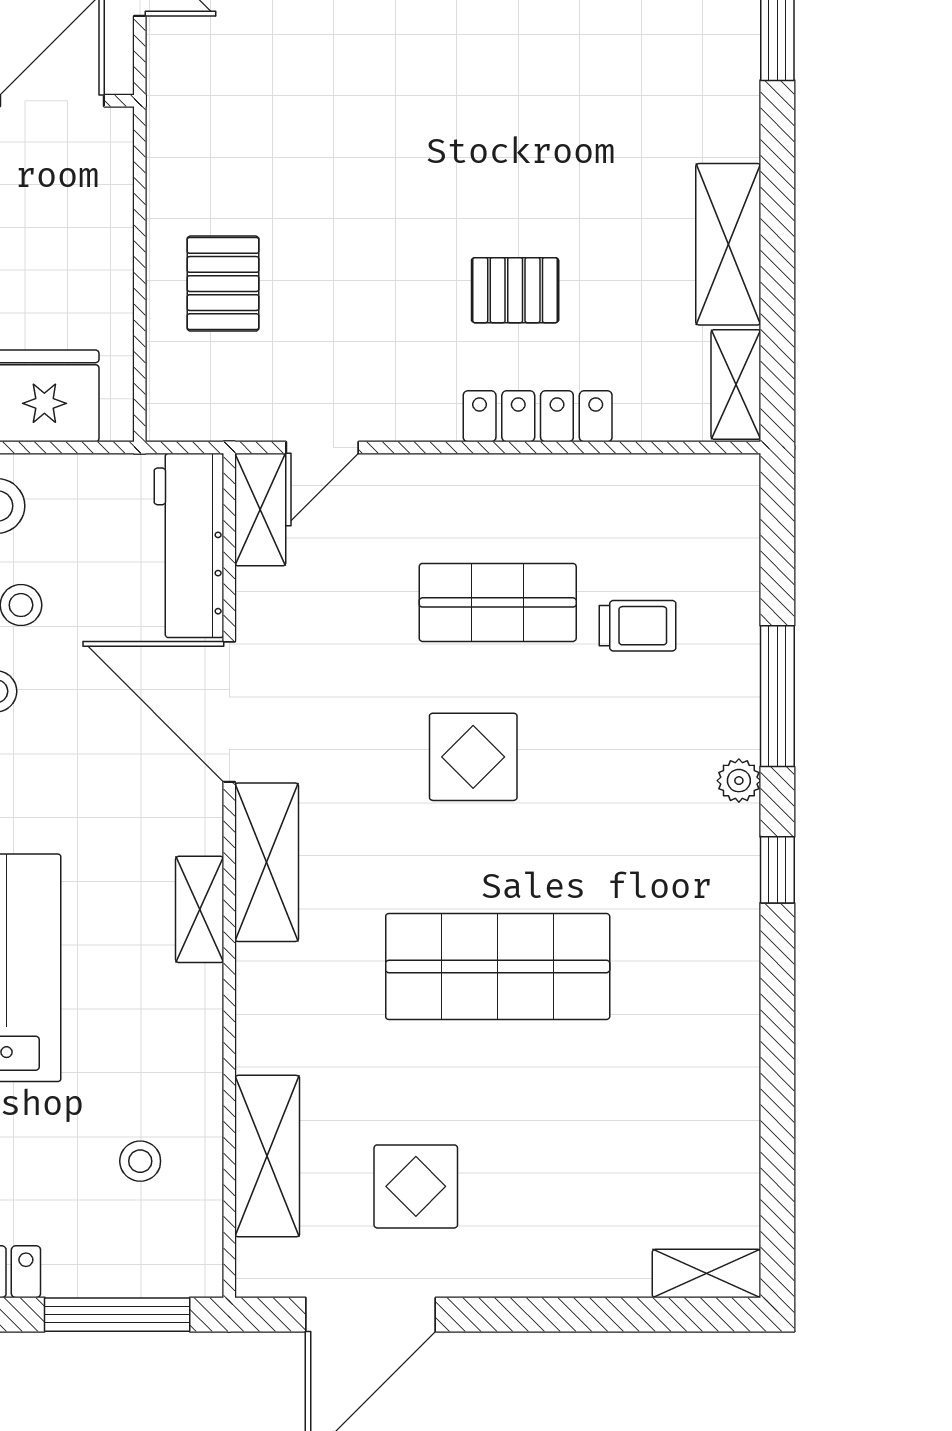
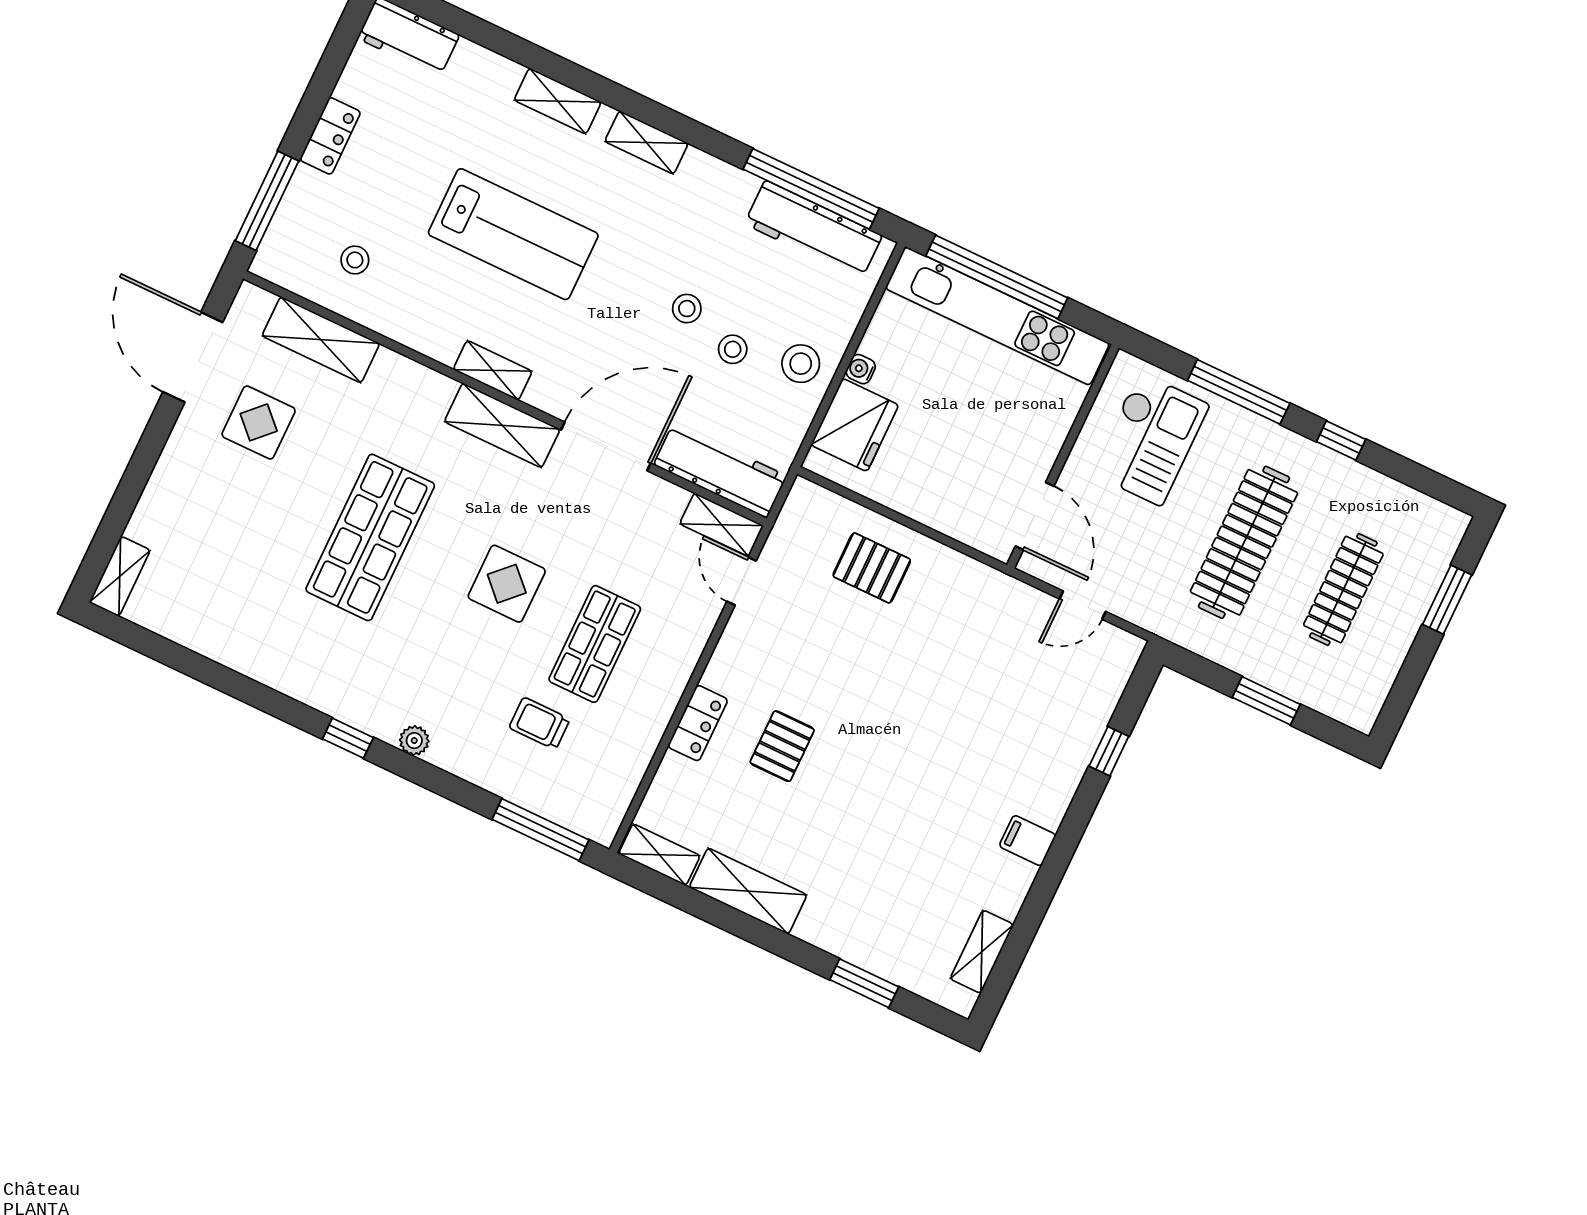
locker: (538, 416) -> (698, 723), width x0.66
trolley: (637, 626) -> (539, 723), turned 90
window: (777, 696) -> (540, 830), moved

